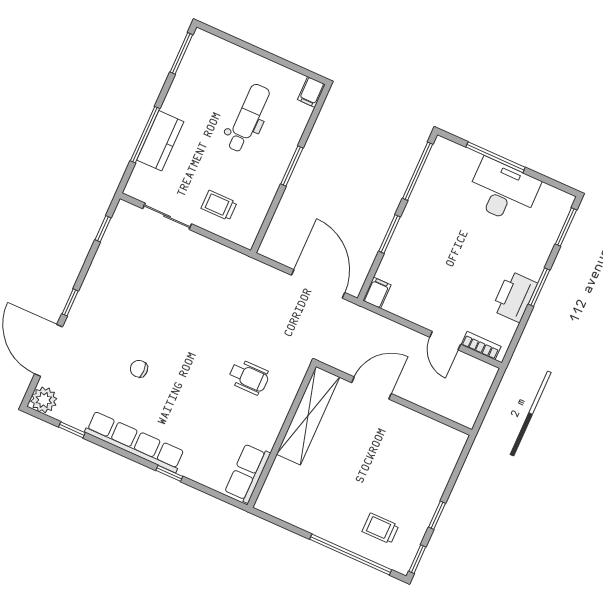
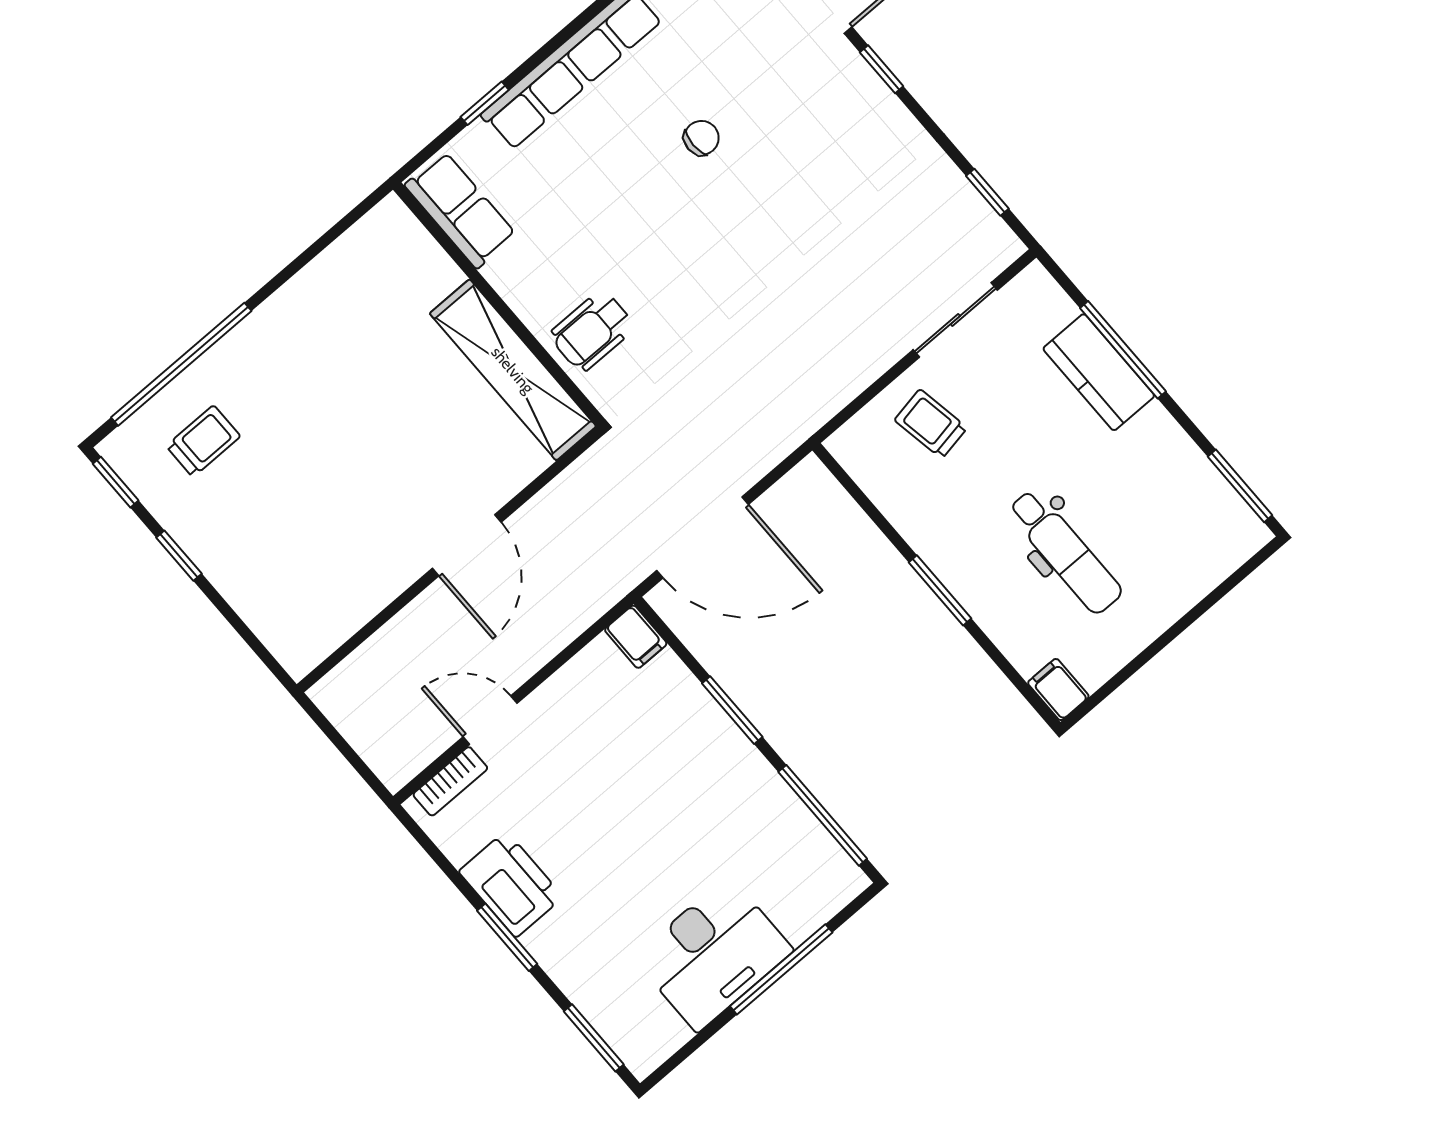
trolley: (219, 205) -> (931, 424), turned -100
shelving: (308, 416) -> (513, 370), moved
wall: (282, 436) -> (499, 304), moved
row of seats: (247, 473) -> (460, 210), moved

